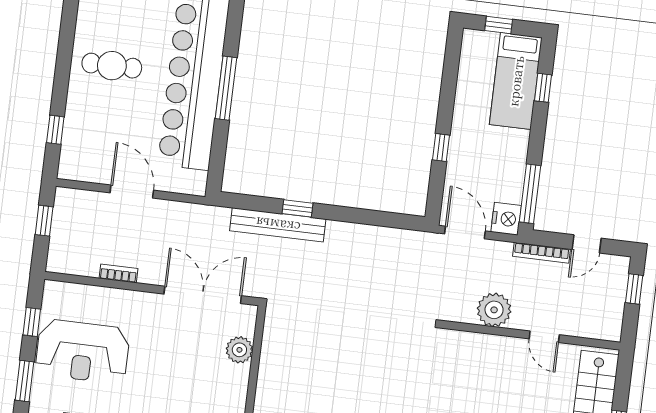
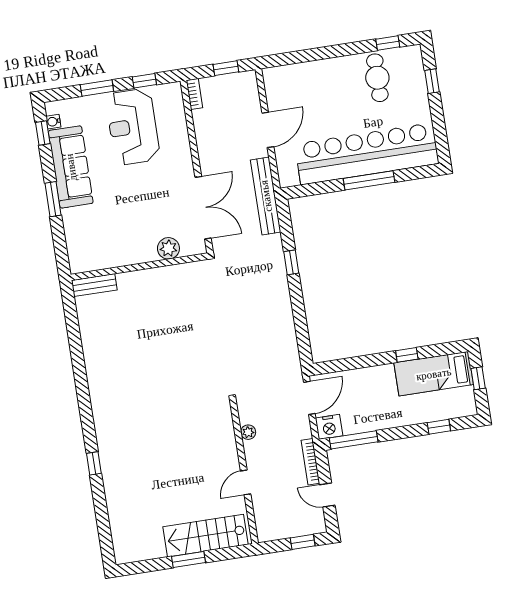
cafe table: (112, 66) -> (377, 78), moved
bed: (516, 81) -> (434, 374), moved
window: (55, 130) -> (388, 43), moved
window: (441, 147) -> (407, 355), moved
bench: (278, 225) -> (266, 196), moved
bookcase: (118, 274) -> (194, 94), moved
plant: (494, 310) -> (248, 432), width x0.53, depth x0.53

